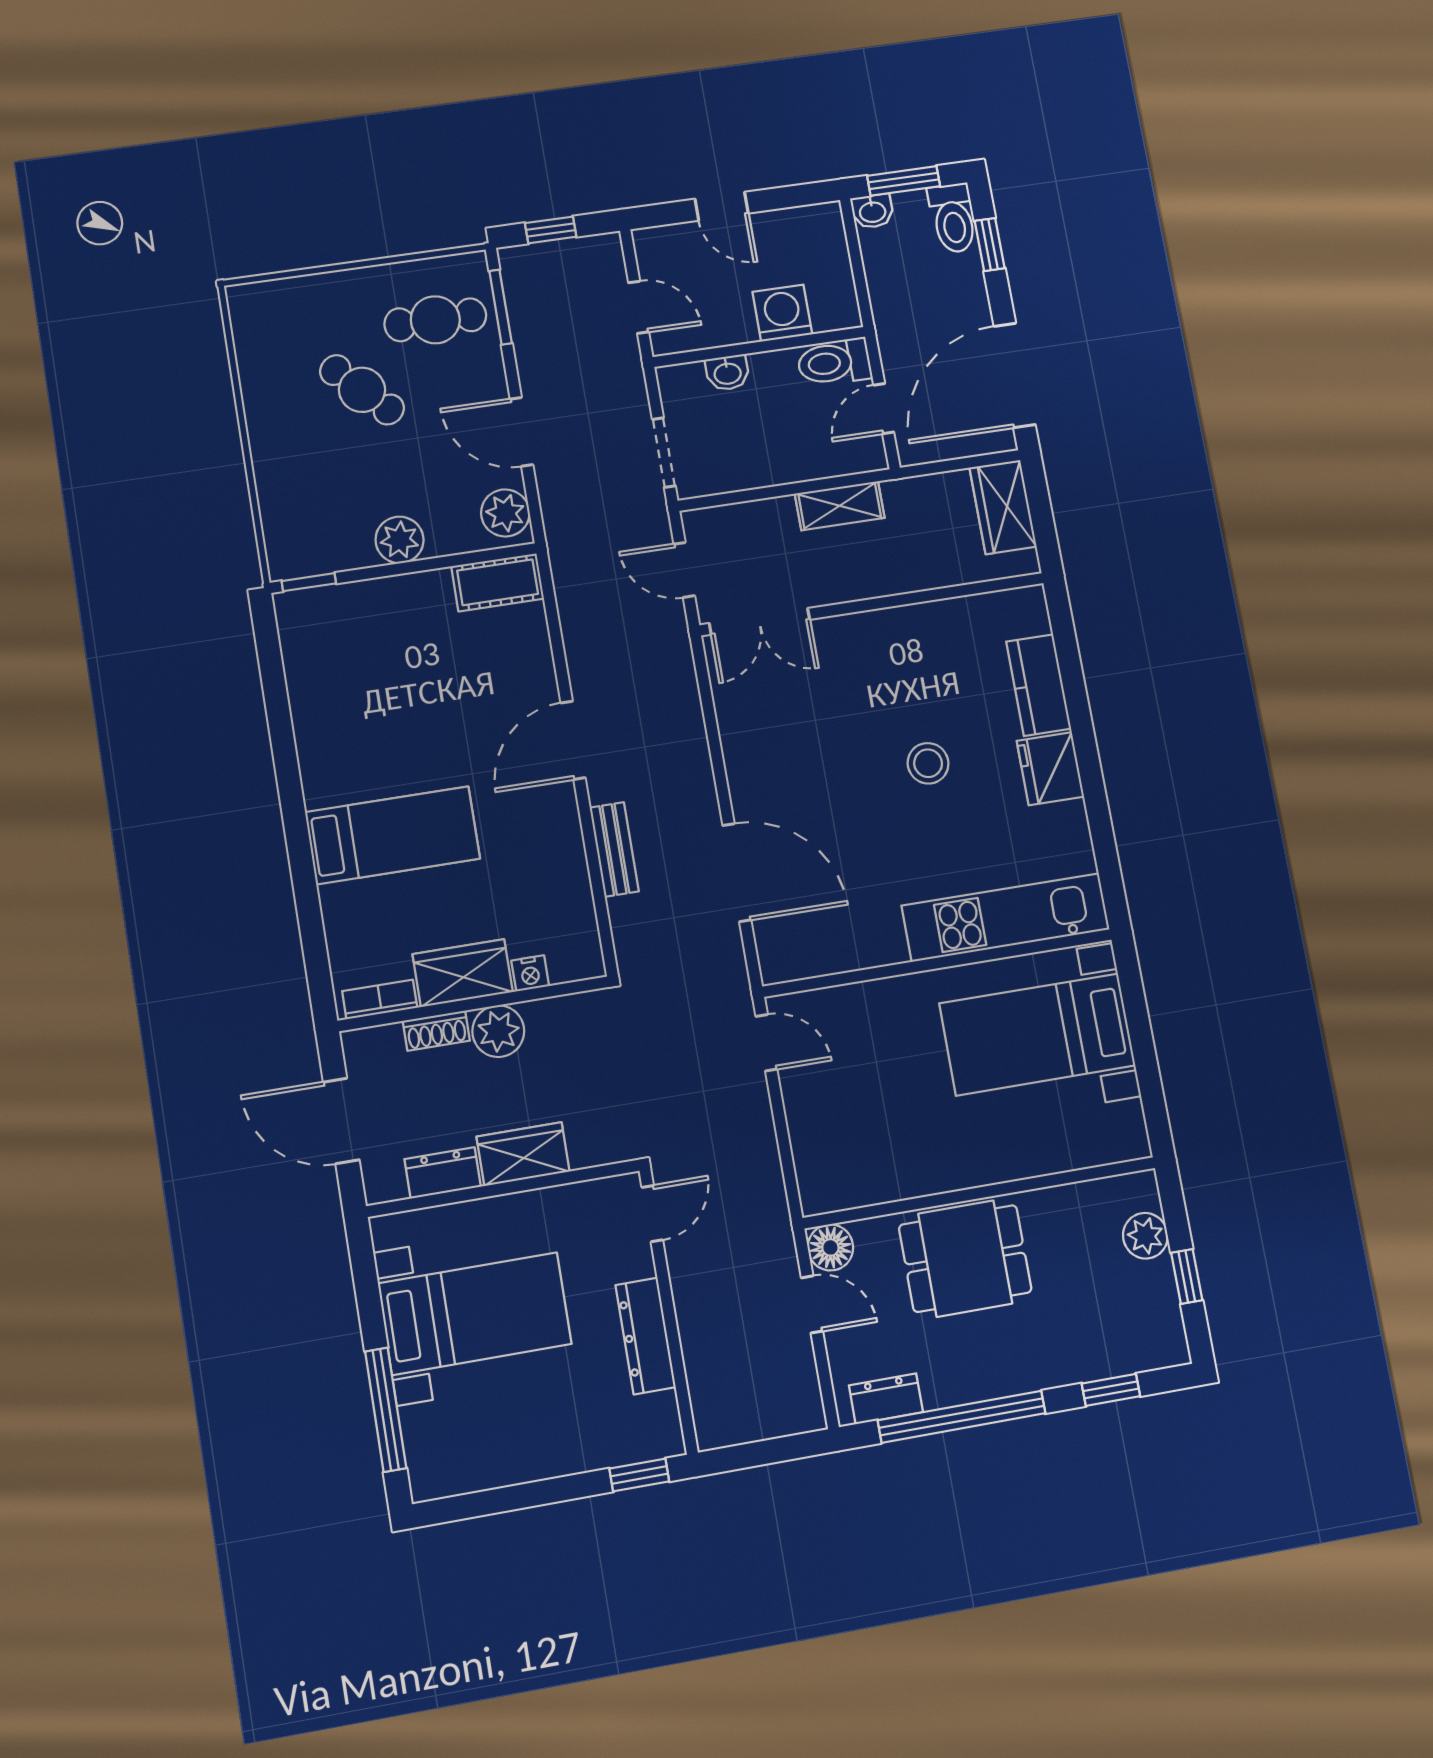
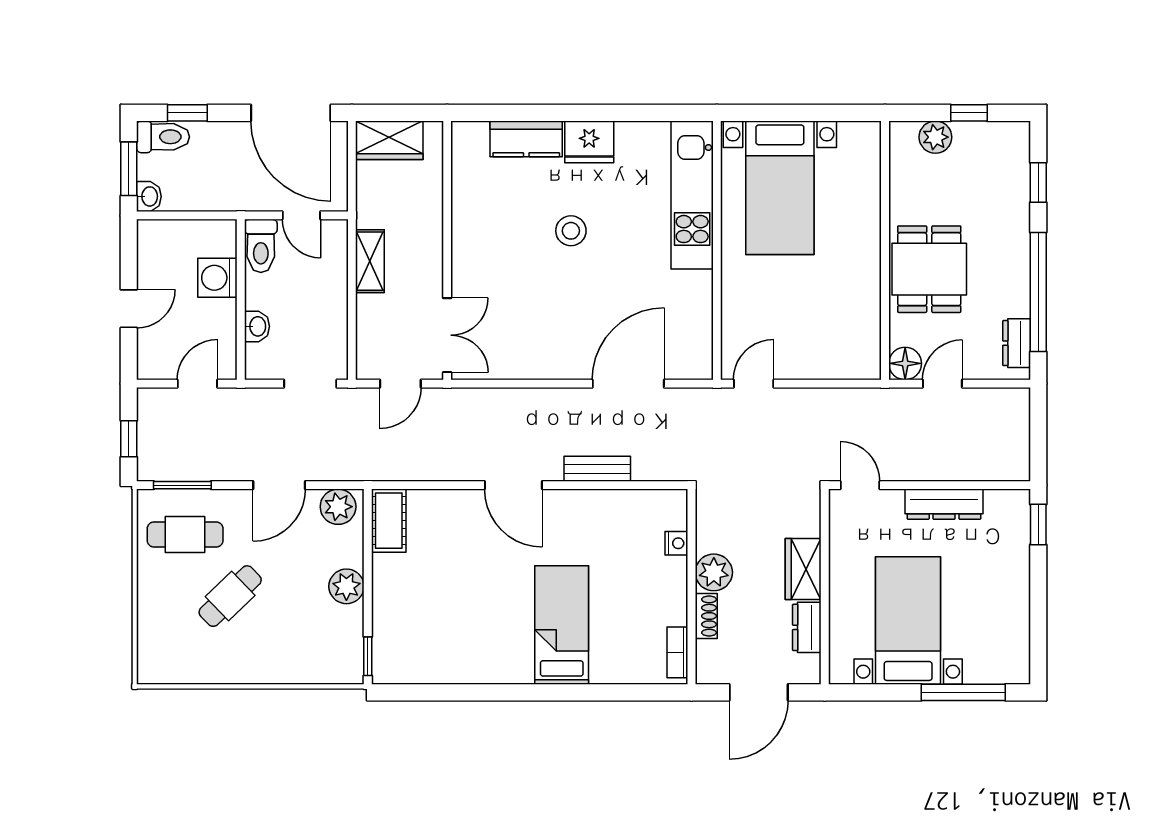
cafe table: (435, 320) -> (185, 534), turned 90
wardrobe: (463, 973) -> (668, 591), removed

